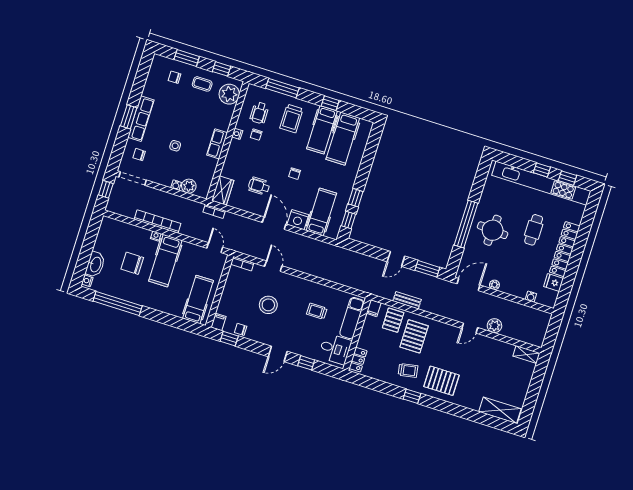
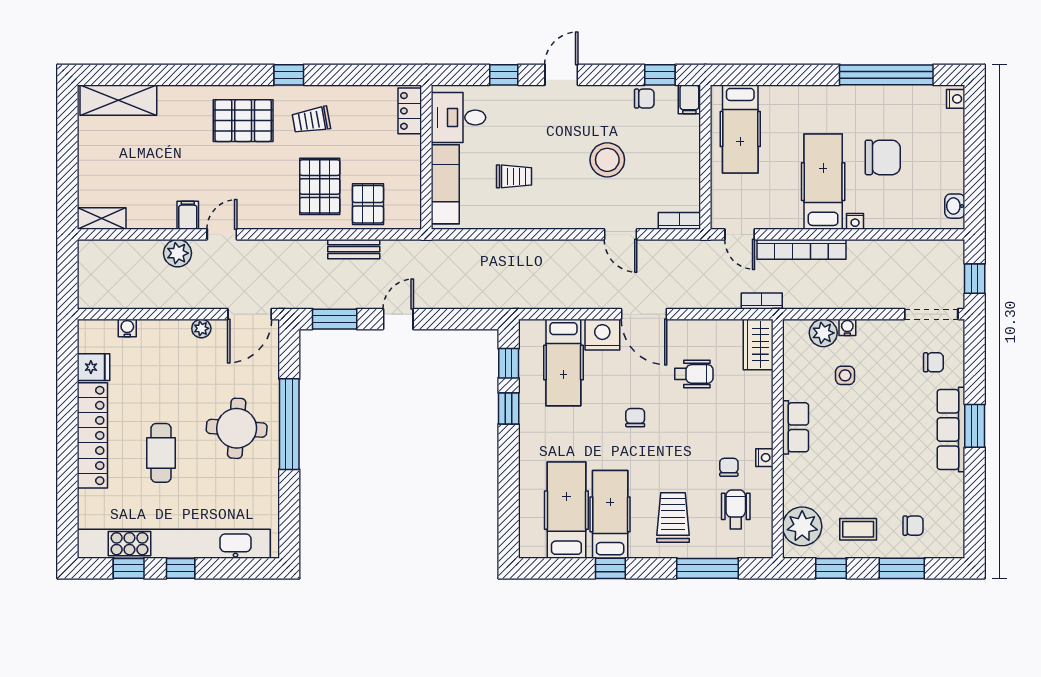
side table: (175, 146) -> (845, 375), moved
bookcase: (158, 221) -> (801, 249), moved
washbasin: (95, 264) -> (955, 206), moved, width x0.52, depth x0.69
filing cabinet: (374, 308) -> (188, 215), moved

